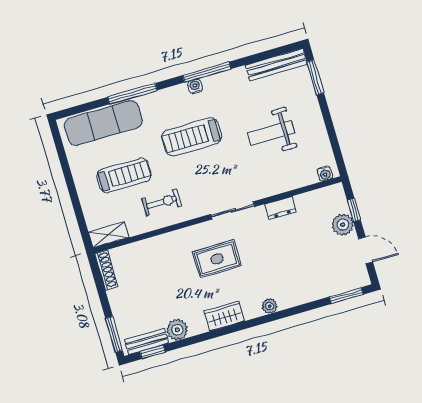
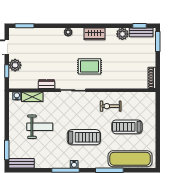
bench: (276, 65) -> (21, 163), width x0.73
shelving: (109, 235) -> (32, 97), moved

